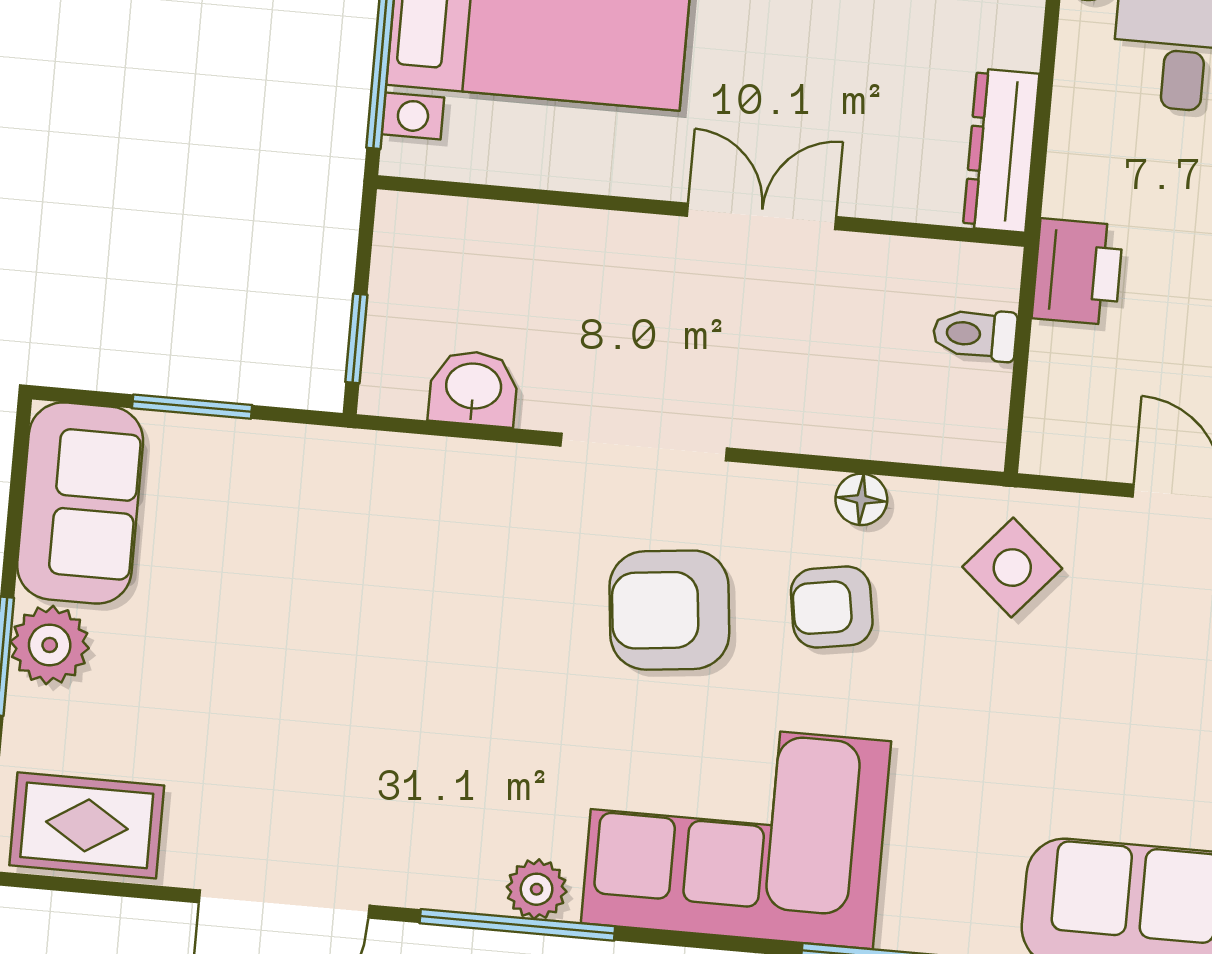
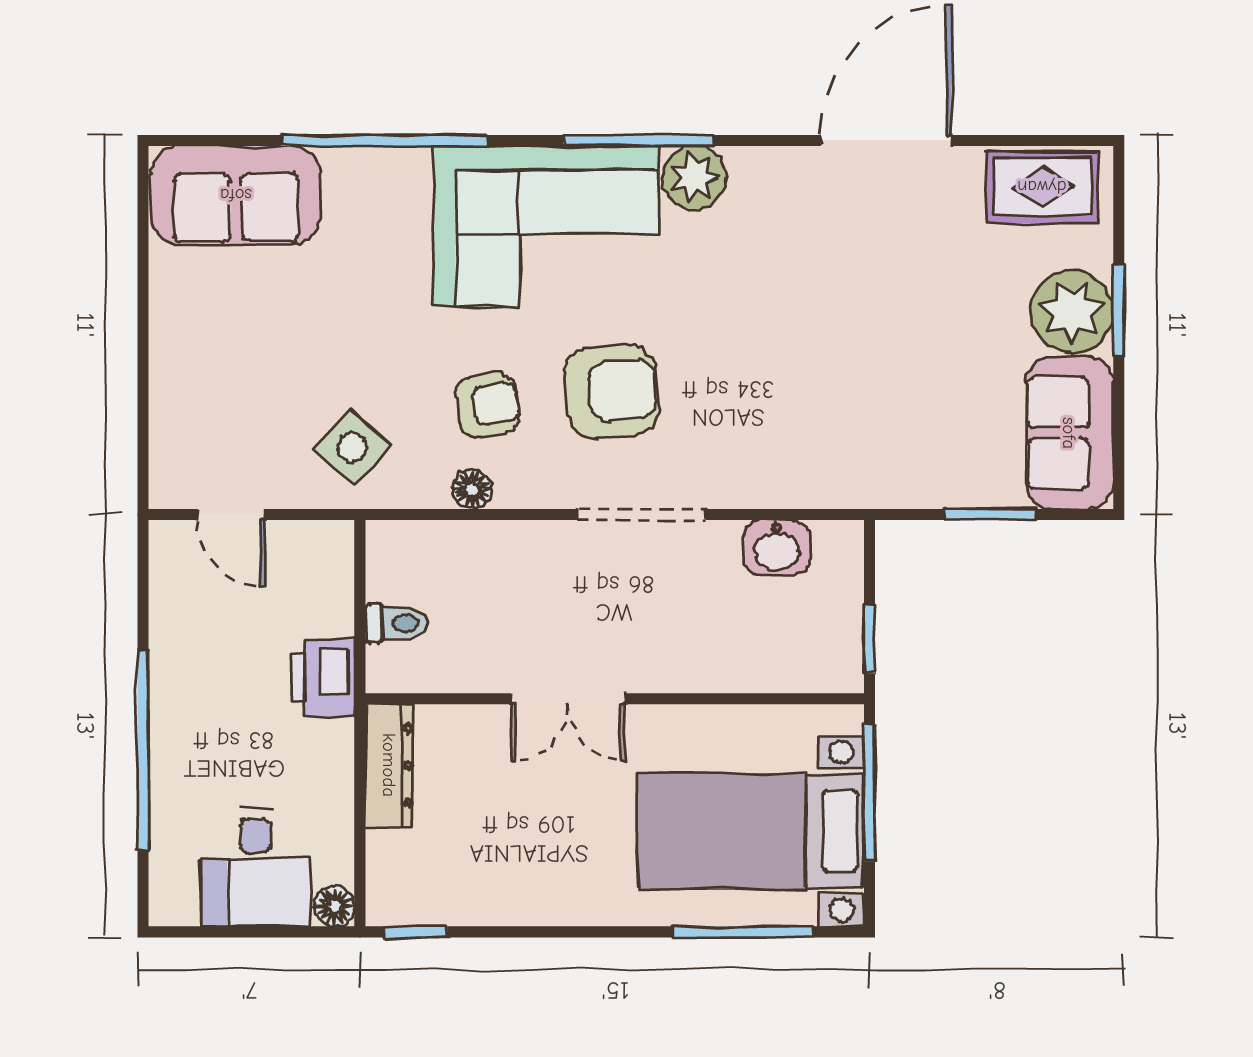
window: (356, 338) -> (869, 639), moved
plant: (50, 645) -> (1072, 311), width x1.36, depth x1.36
plant: (537, 889) -> (694, 178), width x1.38, depth x1.38
window: (517, 925) -> (638, 140), moved

